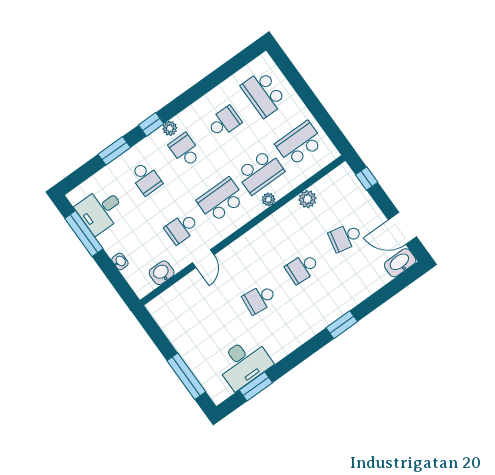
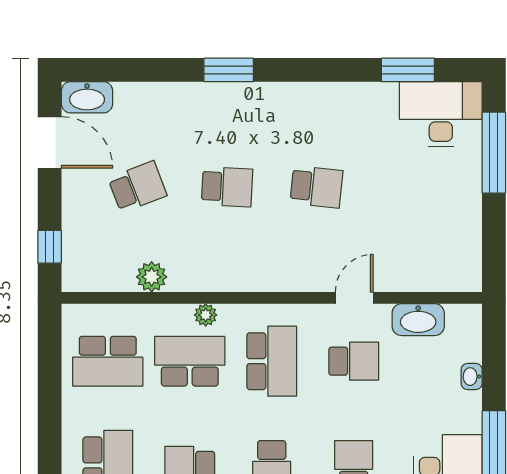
school desk: (221, 200) -> (272, 361), turned -90
school desk: (345, 237) -> (137, 187), turned -33
washbasin: (162, 273) -> (418, 320), width x1.38
desk: (244, 363) -> (441, 114), moved

